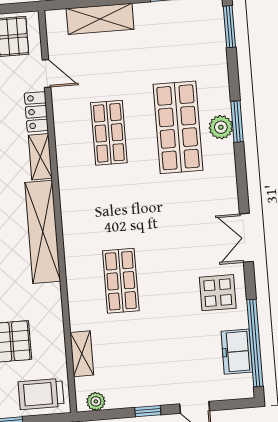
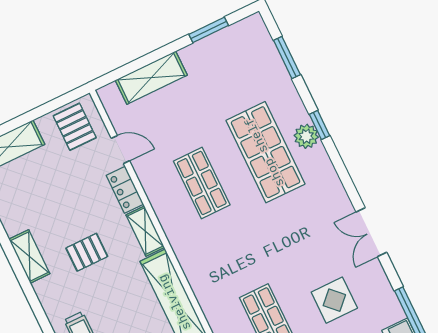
window: (229, 27) -> (287, 58), moved
window: (237, 122) -> (319, 125), width x0.67
display table: (218, 293) -> (334, 300), moved

